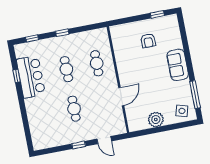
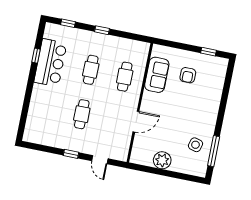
sofa: (178, 65) -> (157, 75), moved, turned 180
side table: (182, 111) -> (196, 145), moved

